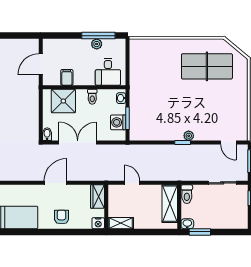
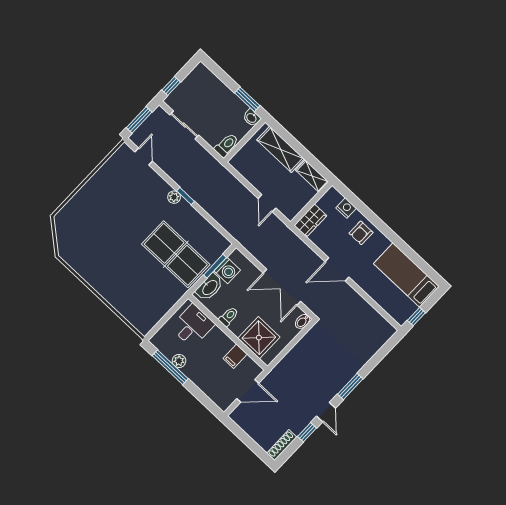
table tennis table: (207, 66) -> (176, 254), moved
washbasin: (121, 98) -> (210, 287), width x1.91, depth x1.45
shelving: (170, 204) -> (281, 149), moved, turned 90
nightstand: (98, 223) -> (346, 208), moved

